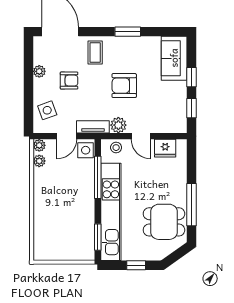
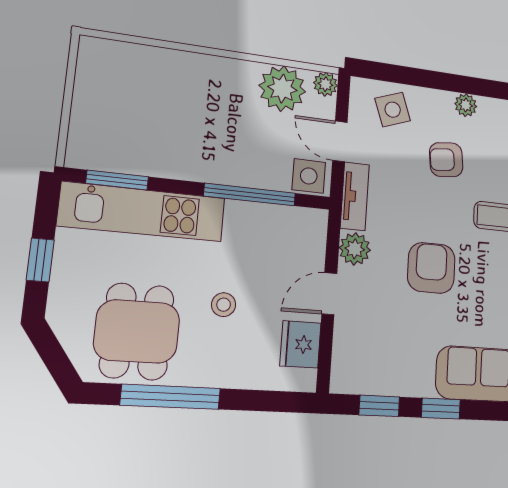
armchair: (69, 81) -> (446, 160), turned 84
stool: (116, 148) -> (224, 305), moved
plant: (39, 161) -> (282, 89), width x1.87, depth x1.87
kitchen unit: (111, 212) -> (143, 212), width x0.73

